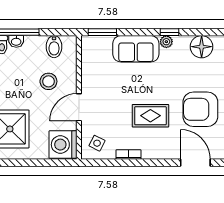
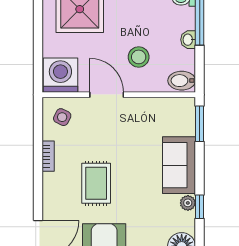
washbasin: (16, 41) -> (188, 40), moved
bidet: (54, 47) -> (182, 81), moved

